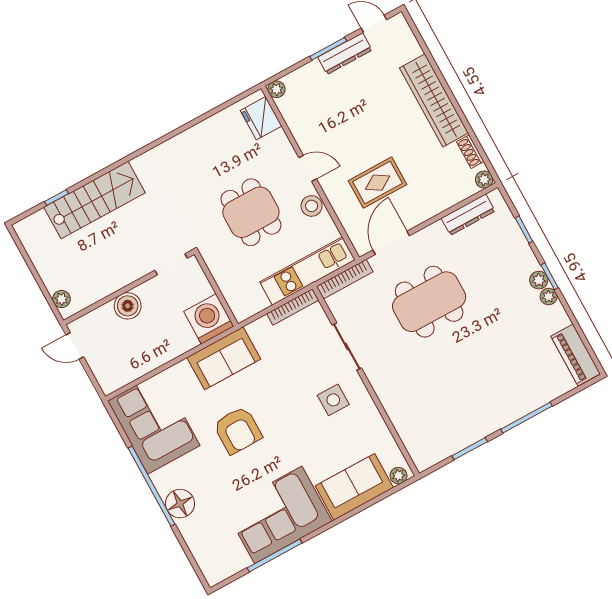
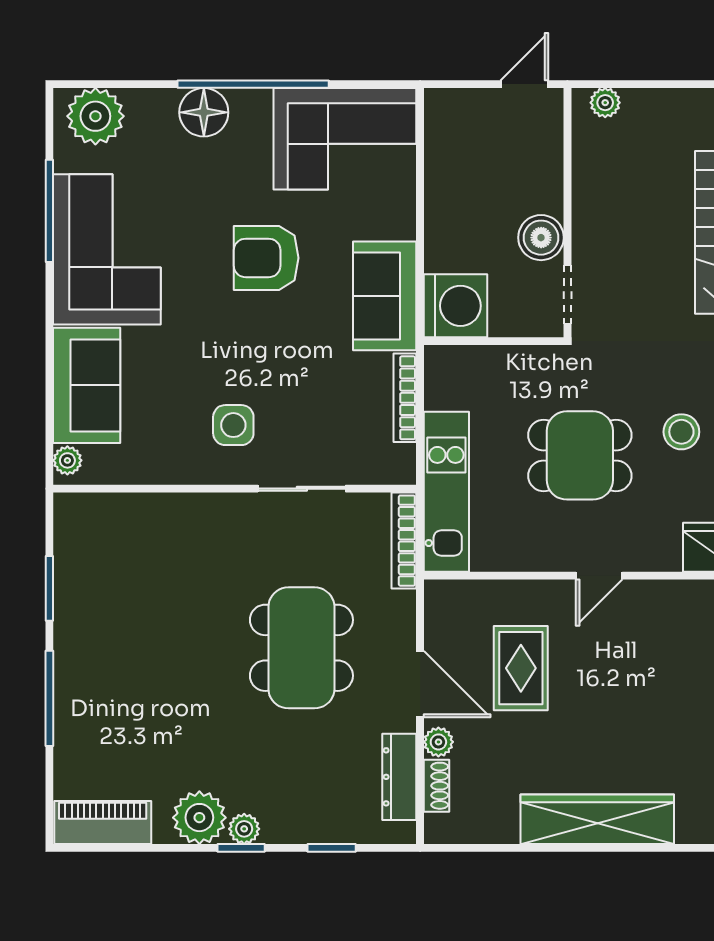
shoe rack: (470, 152) -> (436, 786), moved, turned 90
plant: (484, 180) -> (438, 742), moved
stool: (312, 206) -> (681, 432), moved
door: (391, 243) -> (420, 684), moved
plant: (549, 297) -> (199, 818), width x1.87, depth x1.87
boiler: (128, 306) -> (541, 238), moved
bookcase: (293, 307) -> (405, 398), moved
plant: (213, 558) -> (95, 116), added

